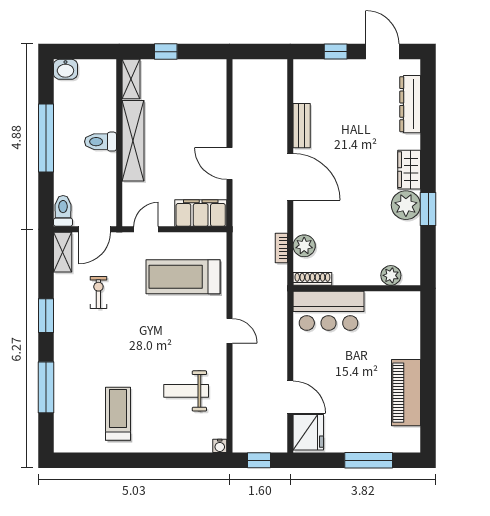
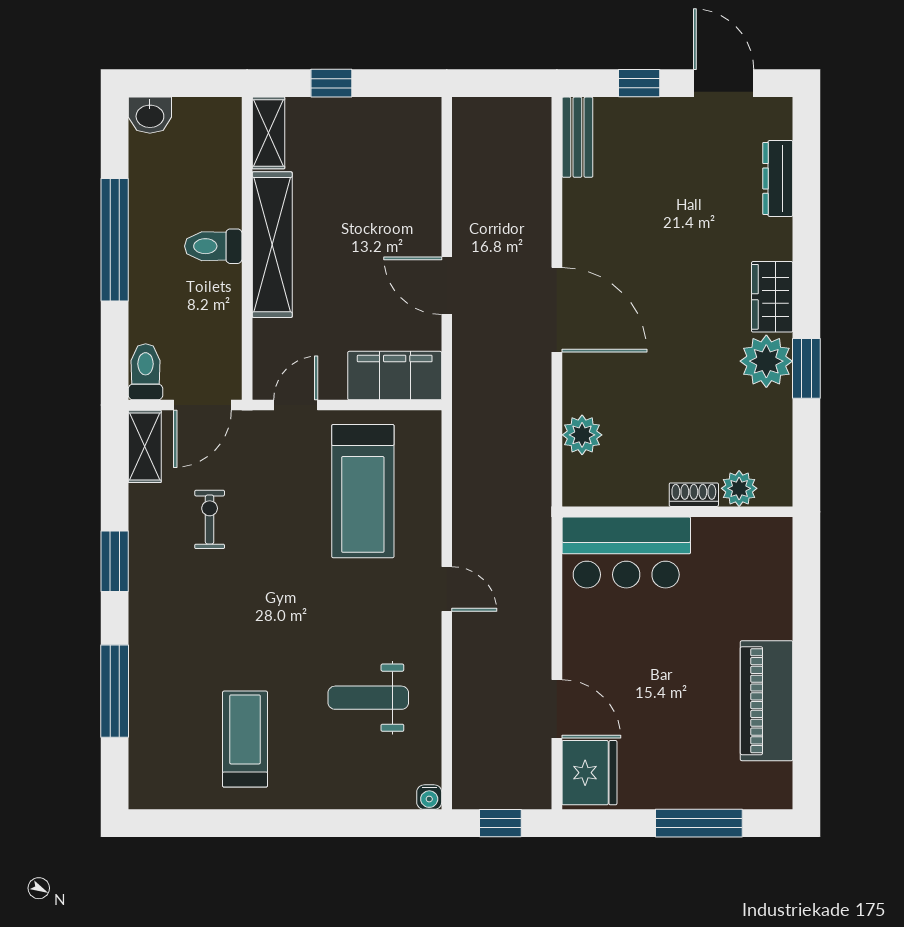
dresser: (410, 104) -> (778, 178), width x0.73, depth x0.80
bench: (302, 126) -> (577, 137), moved
bookcase: (281, 248) -> (541, 439), removed
treadmill: (183, 277) -> (363, 491), turned -90
shoe rack: (312, 279) -> (694, 495), moved, width x0.70

